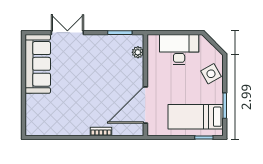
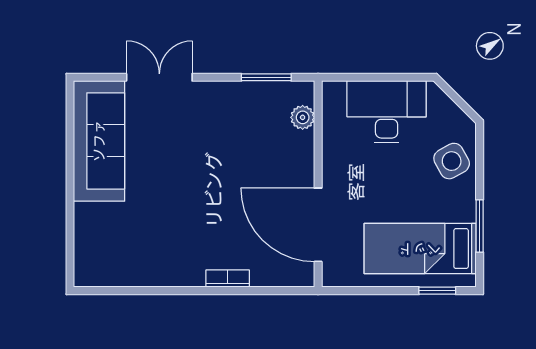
door: (145, 105) -> (318, 225), hinge flipped

